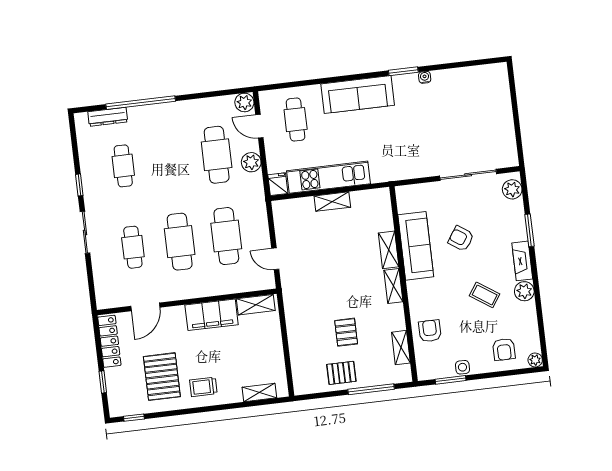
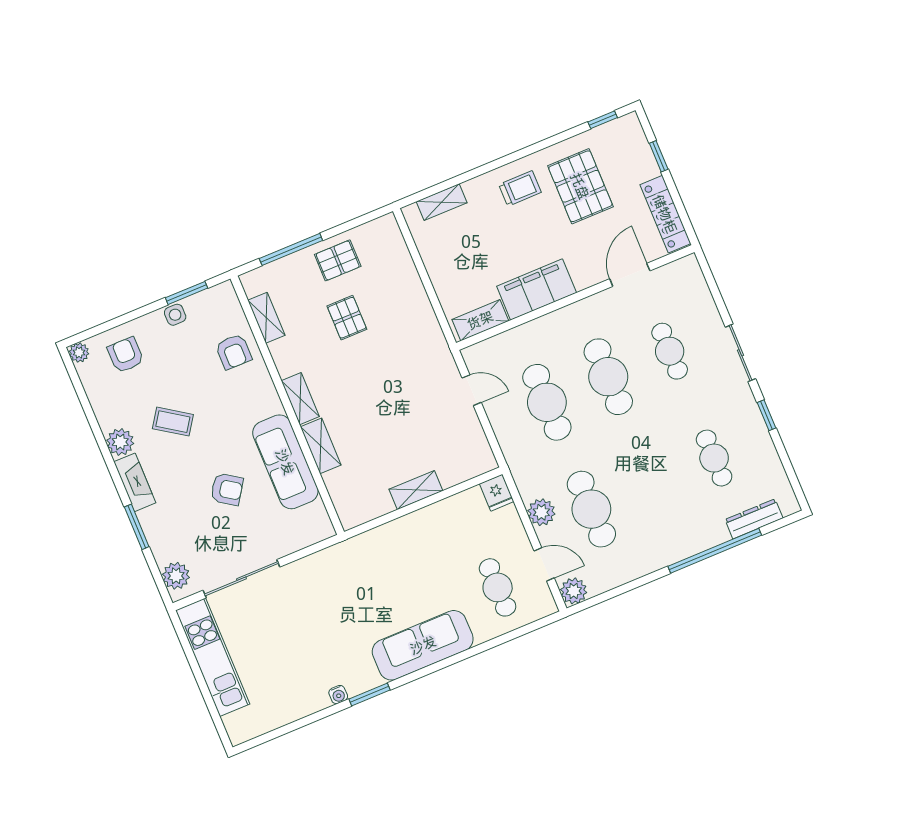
kitchen unit: (328, 177) -> (213, 657), moved, turned -90

